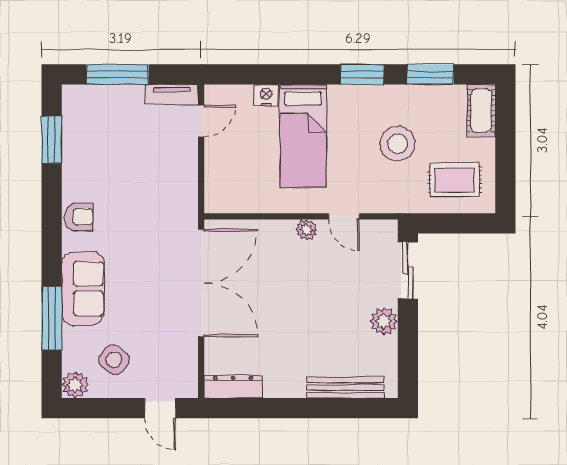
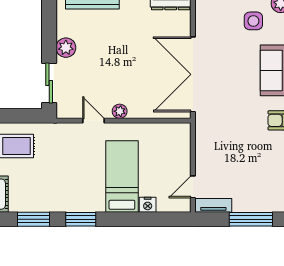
stool: (398, 144) -> (56, 171), removed
side table: (114, 360) -> (253, 21), turned -38

